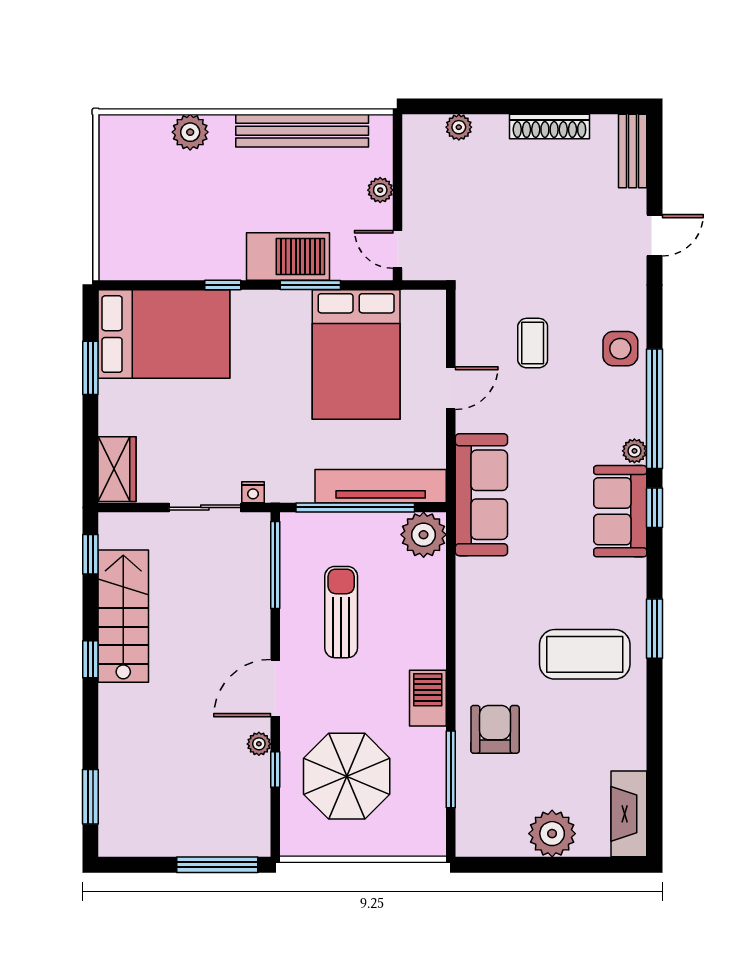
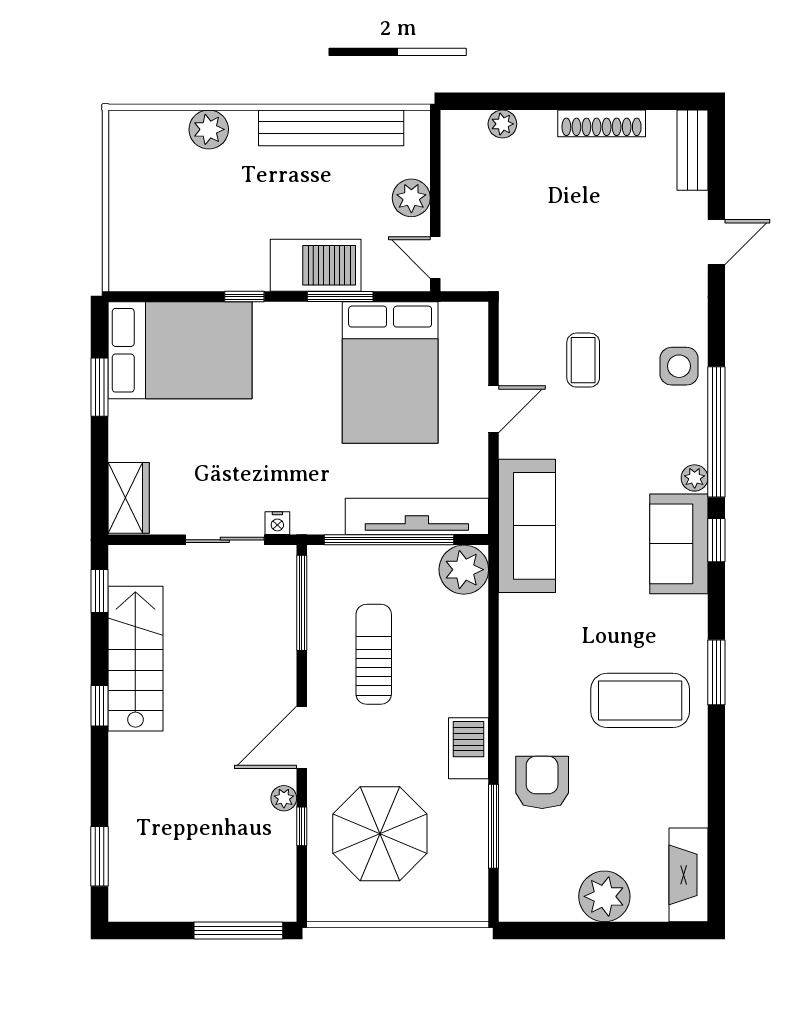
plant: (380, 190) -> (411, 198), width x1.38, depth x1.38

